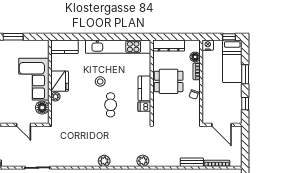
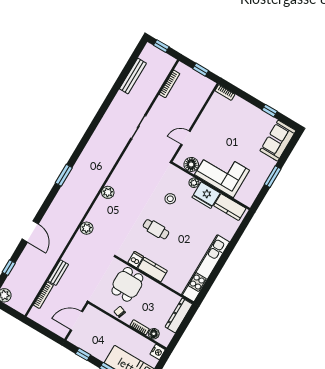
kitchen counter: (65, 47) -> (230, 207), moved, turned -90
stool: (100, 81) -> (170, 199), moved
dining table: (169, 81) -> (127, 284), moved

